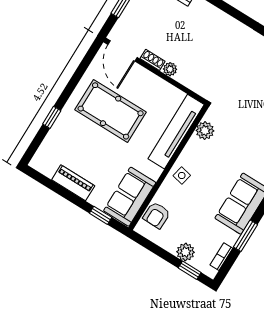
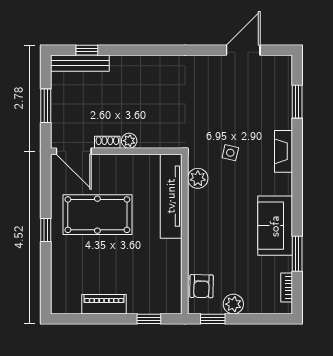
window: (52, 117) -> (46, 230), moved
side table: (182, 176) -> (230, 153), moved
sofa: (130, 197) -> (165, 284), removed
plant: (185, 252) -> (233, 304), moved
window: (190, 270) -> (213, 319), moved

